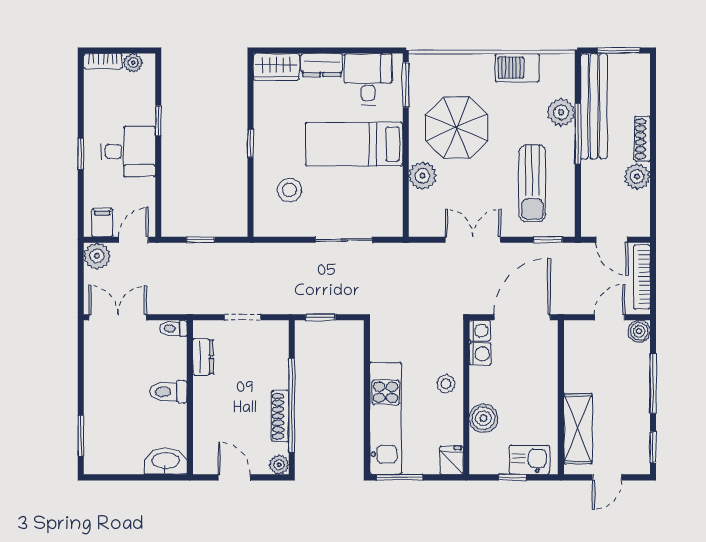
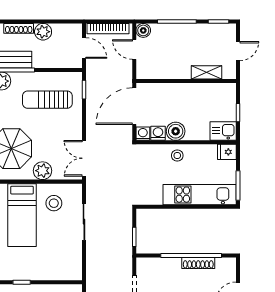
sun lounger: (532, 183) -> (47, 100), turned 180
stool: (290, 190) -> (54, 203), moved
double door: (473, 240) -> (84, 158), moved
door: (612, 240) -> (84, 48), hinge flipped
door: (522, 317) -> (134, 106), hinge flipped
boiler: (483, 418) -> (176, 131), moved
shelving: (578, 429) -> (206, 72), width x0.67, depth x0.75
kitchen sink: (529, 460) -> (223, 131), moved, turned 90
plant: (279, 465) -> (230, 264), removed
door: (607, 477) -> (238, 51), hinge flipped

